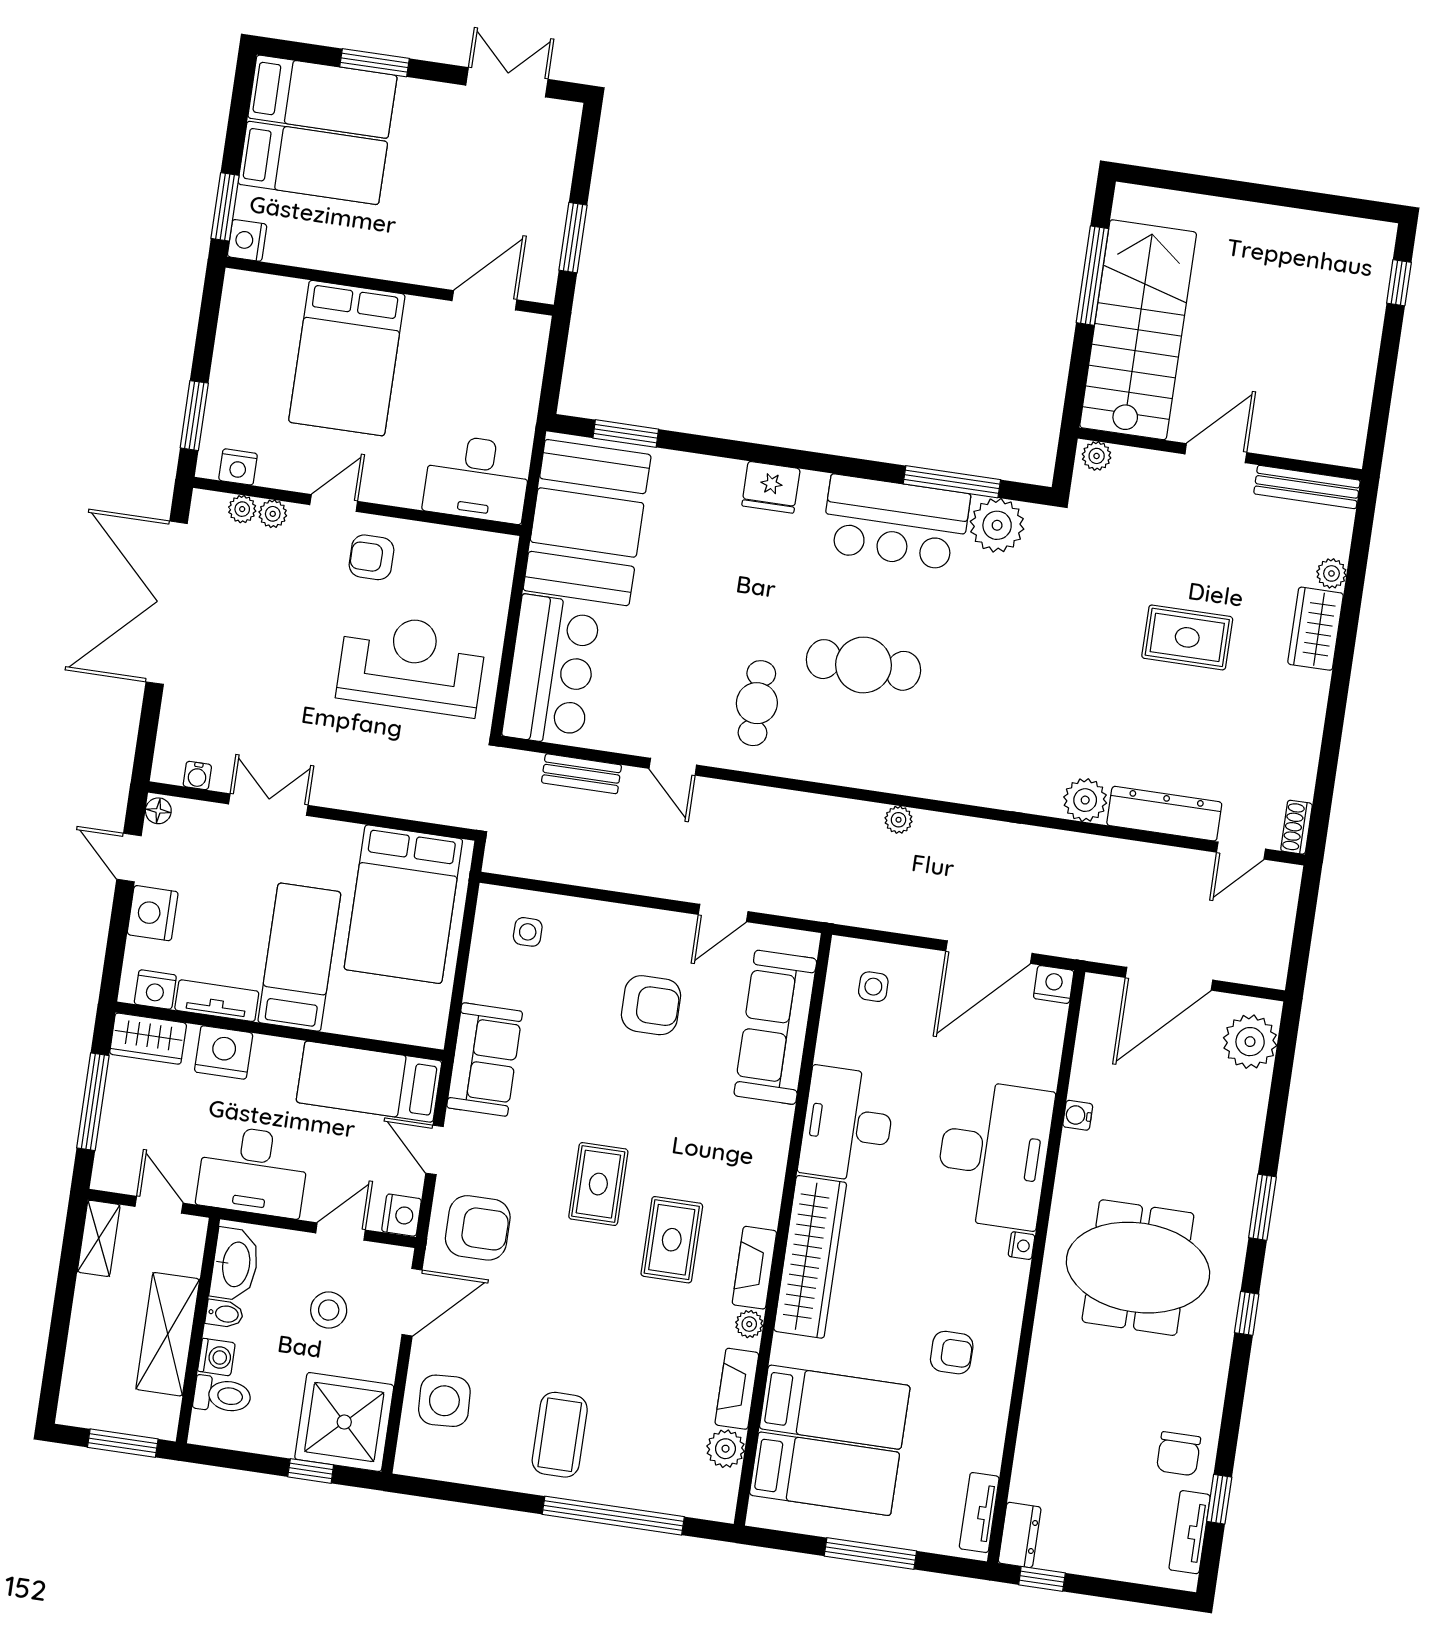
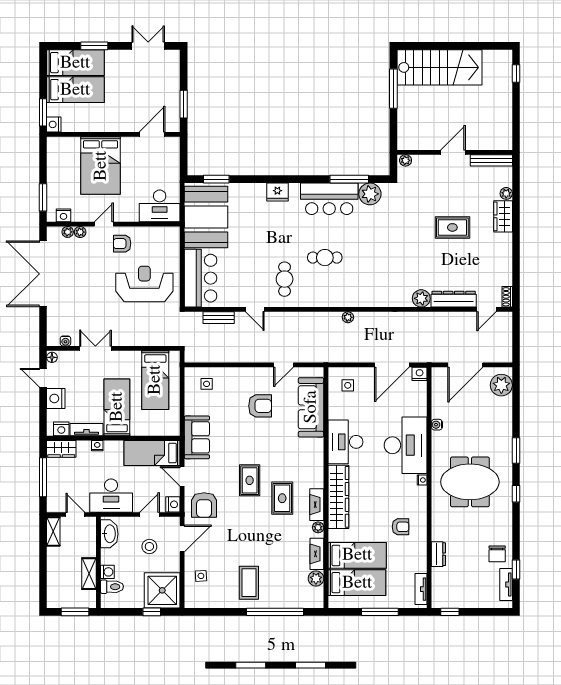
stairs: (1138, 330) -> (439, 67), moved, turned 90
cafe table: (863, 665) -> (325, 258), width x0.73, depth x0.74
bed: (403, 904) -> (155, 380), width x0.67
nightstand: (224, 1052) -> (97, 446), width x0.53, depth x0.56
armchair: (478, 1228) -> (204, 505), turned 90
bidet: (224, 1314) -> (108, 554), removed
shelving: (168, 1334) -> (89, 574), width x0.67, depth x0.75
side table: (444, 1401) -> (201, 576), width x0.54, depth x0.54
dresser: (1020, 1535) -> (438, 554), moved

